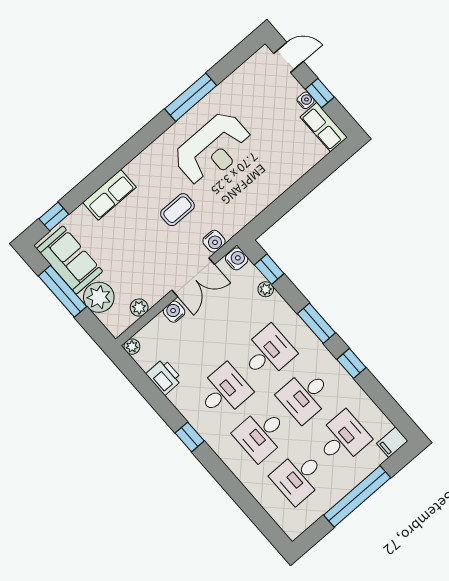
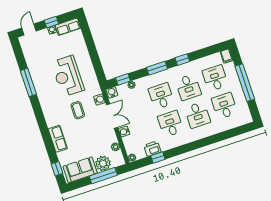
reception desk: (213, 149) -> (68, 76), moved, turned 180
window: (62, 291) -> (103, 176), moved
window: (190, 437) -> (158, 157), moved
desk: (299, 477) -> (224, 106), turned 180

